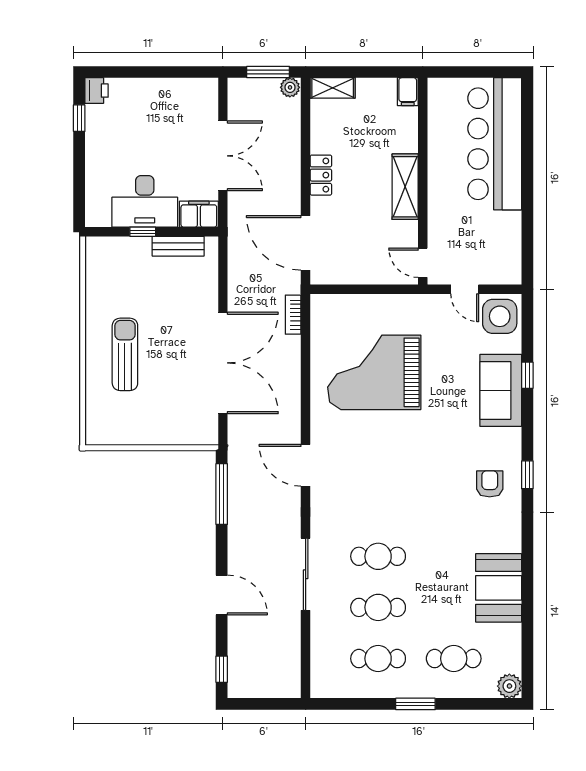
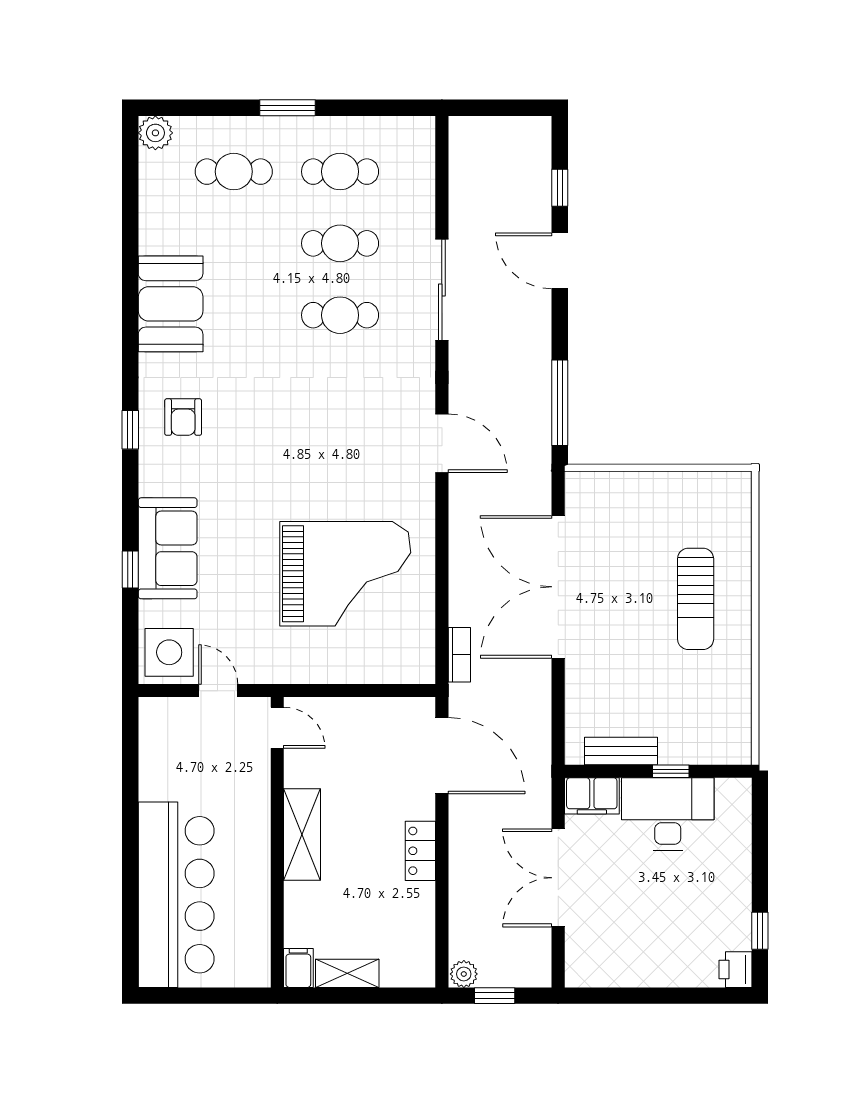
window: (268, 72) -> (495, 996), width x0.67
shelving: (333, 88) -> (347, 973), moved
booth: (499, 588) -> (171, 304), moved
window: (222, 669) -> (560, 188), moved

